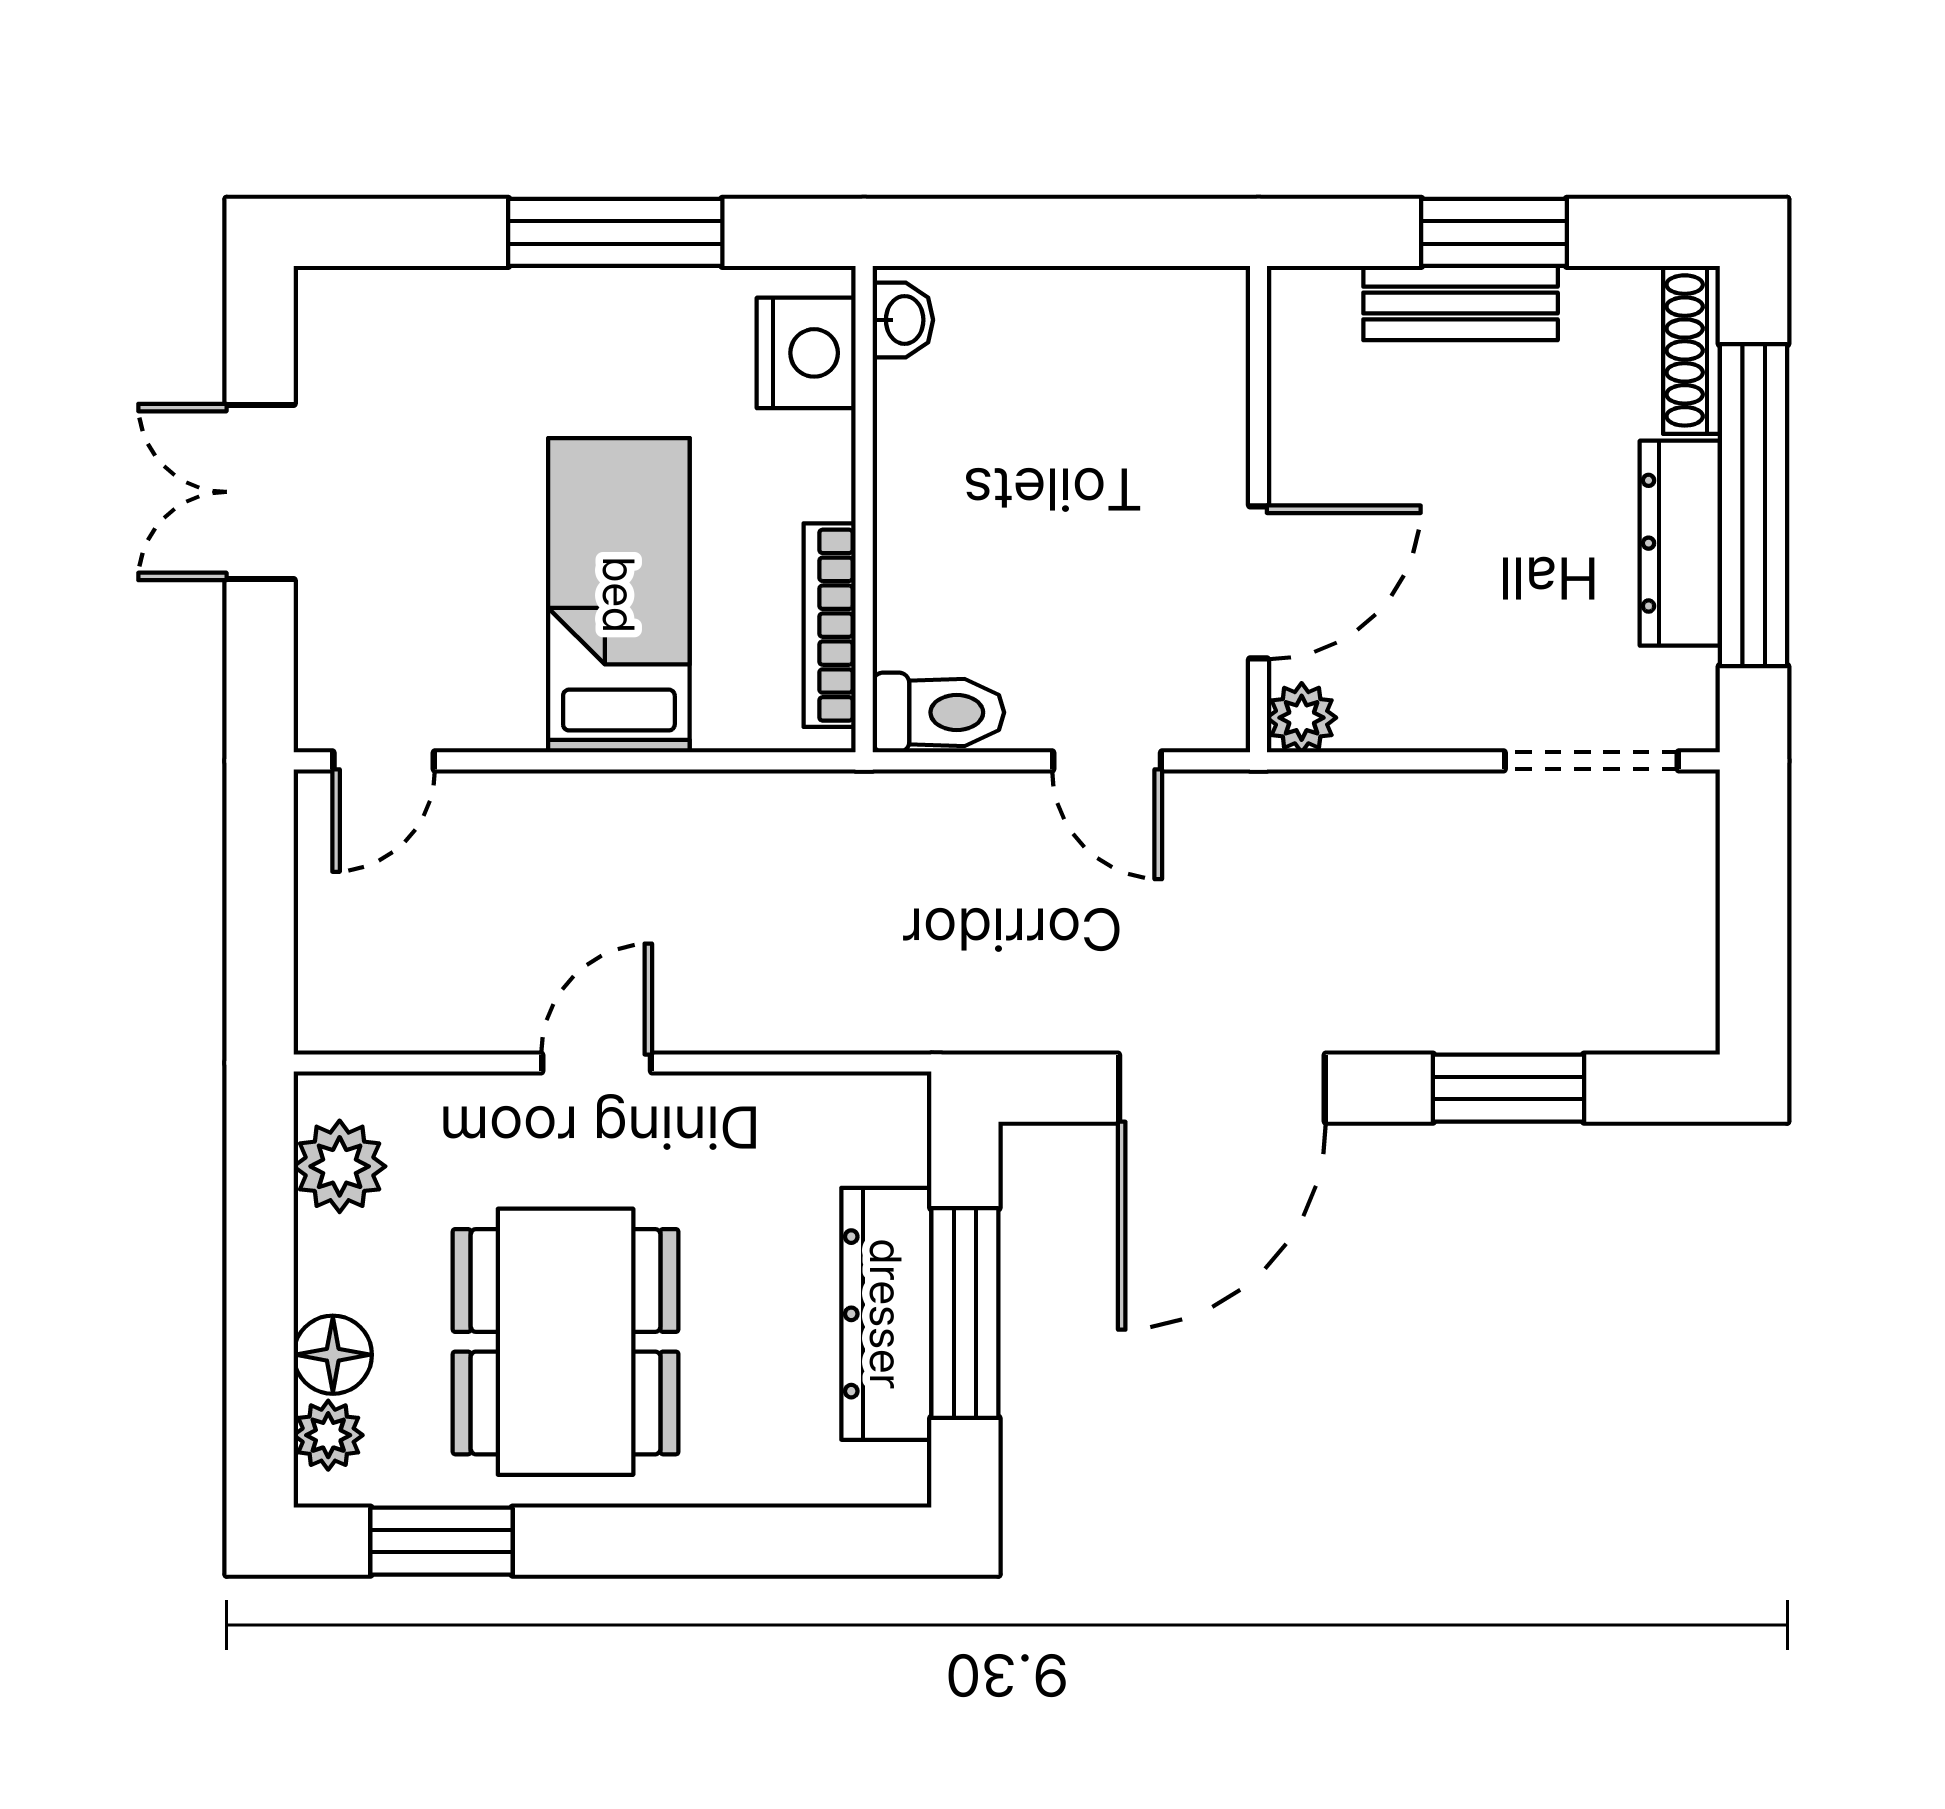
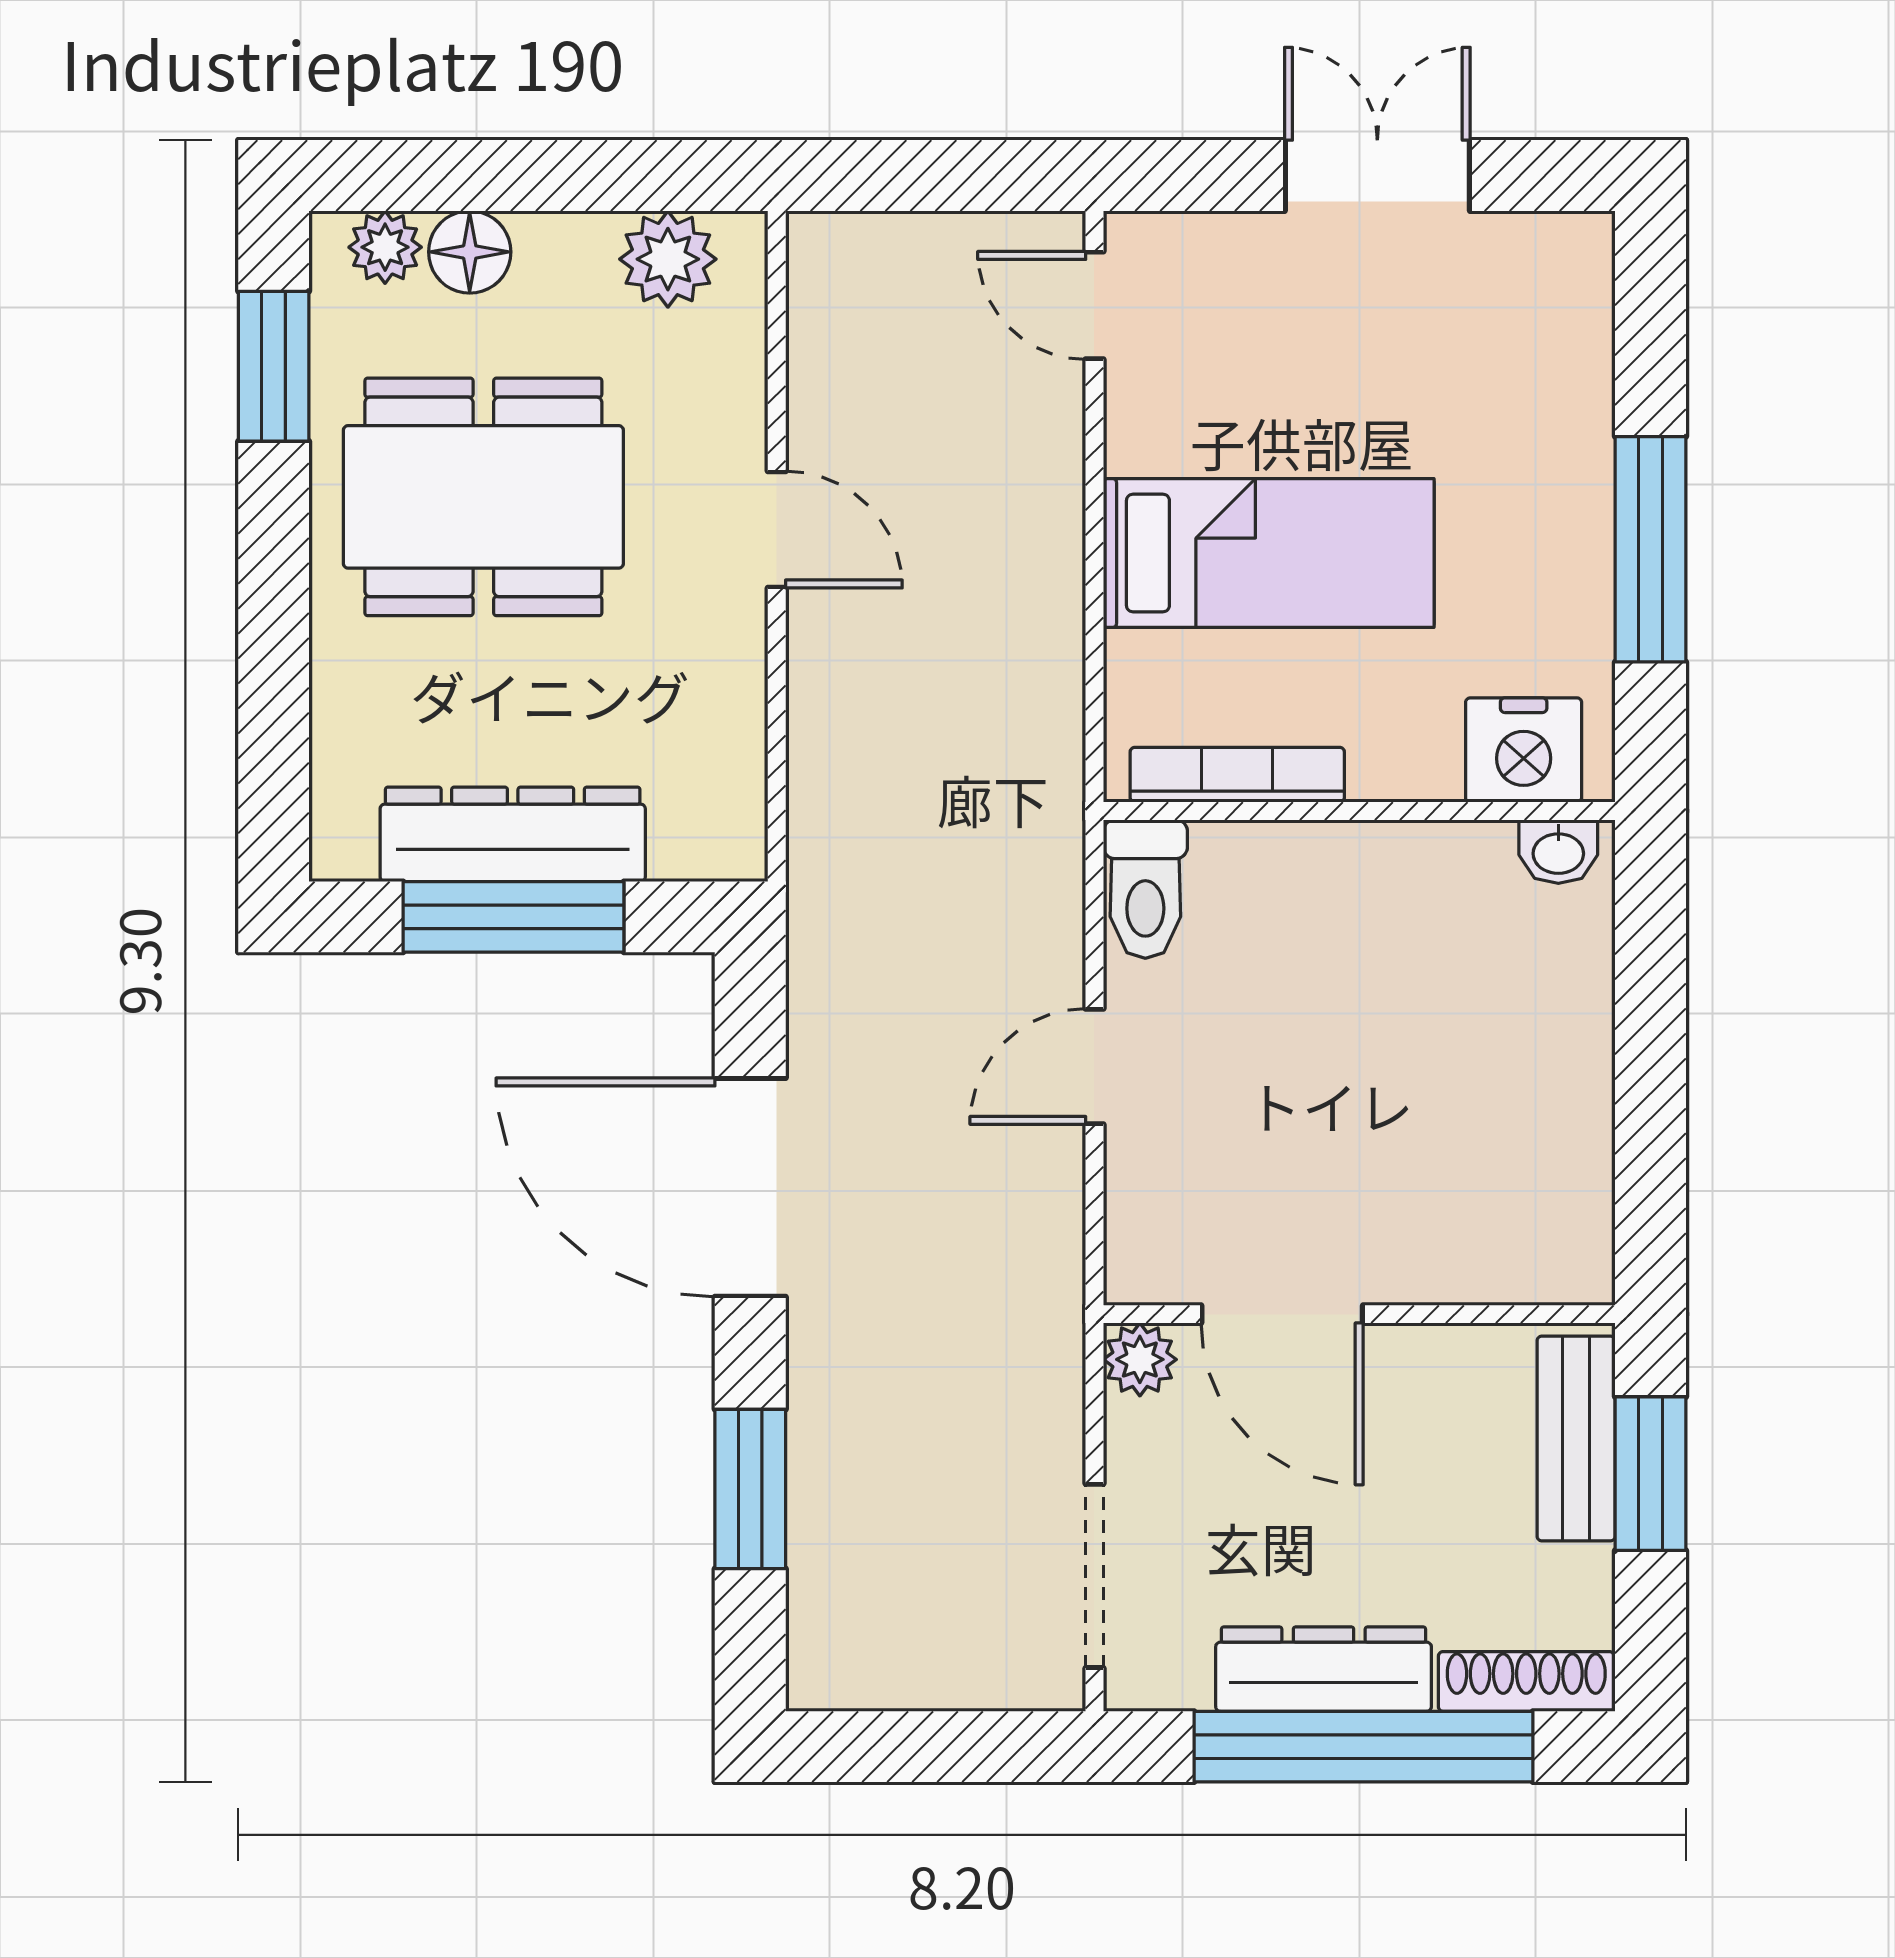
wall: (1258, 509) -> (1359, 1314), moved
door: (1258, 582) -> (1282, 1314), moved
plant: (1302, 718) -> (1140, 1359), moved

